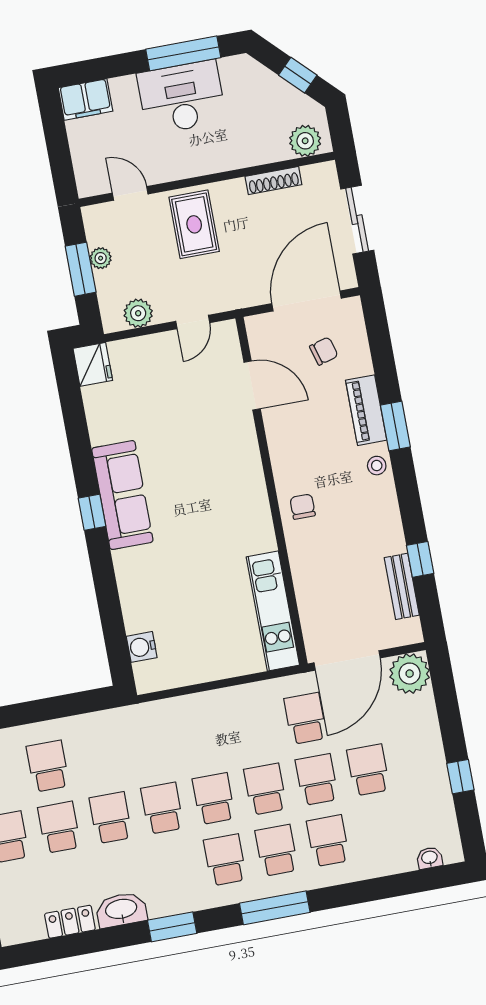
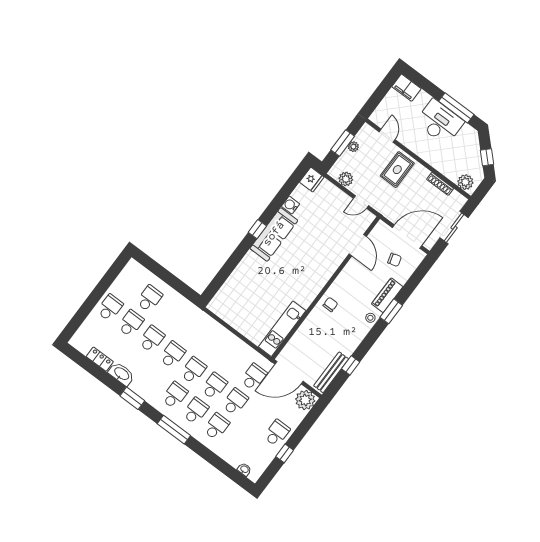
bench: (402, 586) -> (331, 372), width x1.36
water cooler: (142, 647) -> (291, 205), moved
school desk: (368, 770) -> (277, 433), moved

